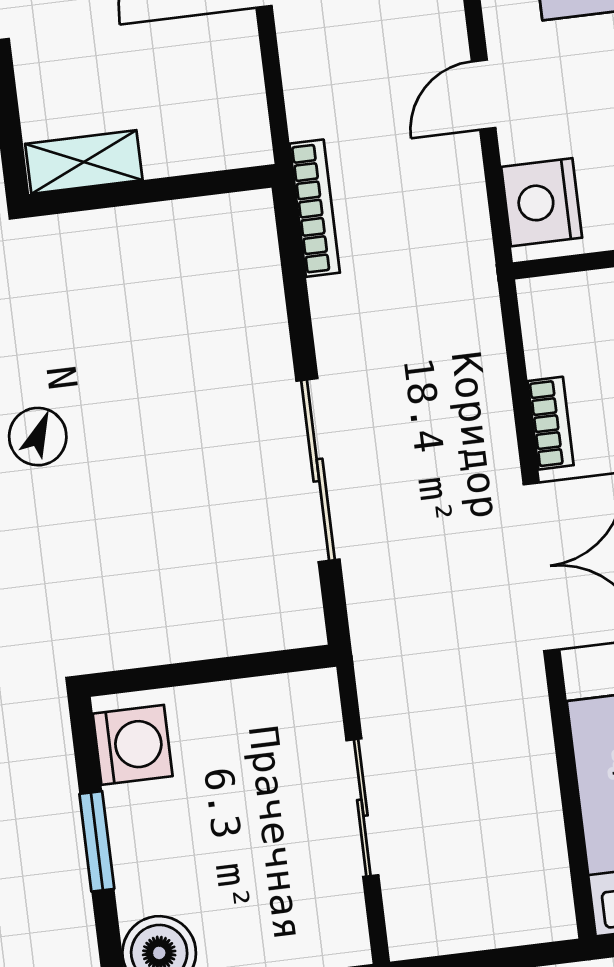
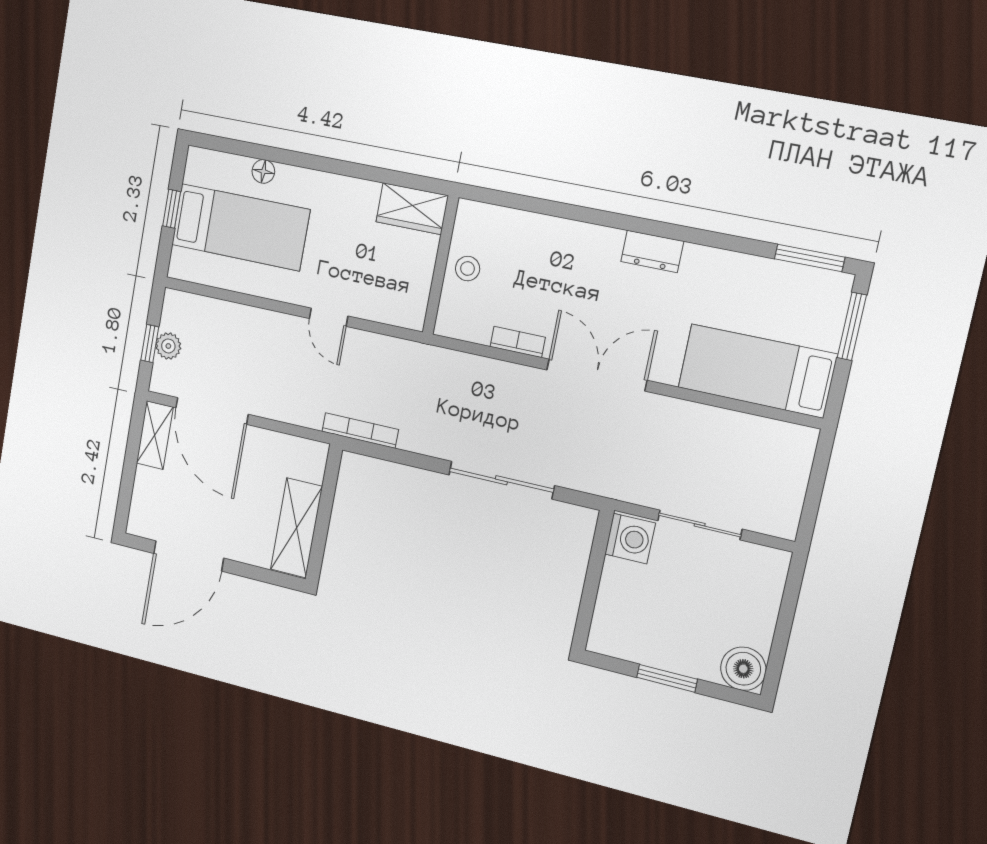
shelving: (84, 162) -> (296, 528), width x1.50, depth x1.33
nightstand: (542, 202) -> (396, 305), removed
washing machine: (133, 745) -> (630, 539), moved, turned 90

